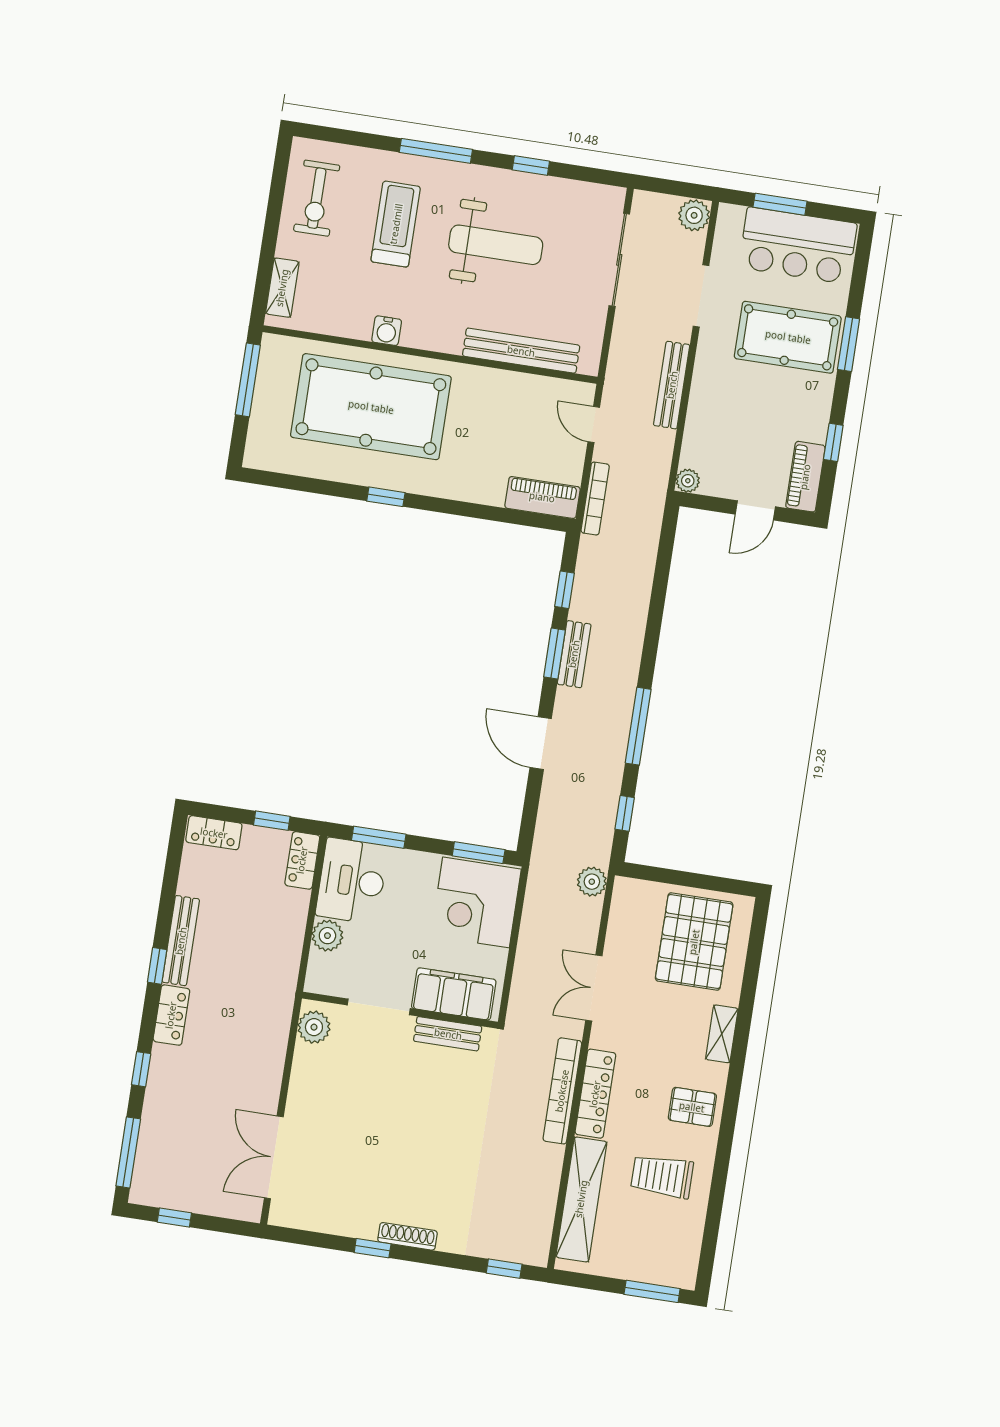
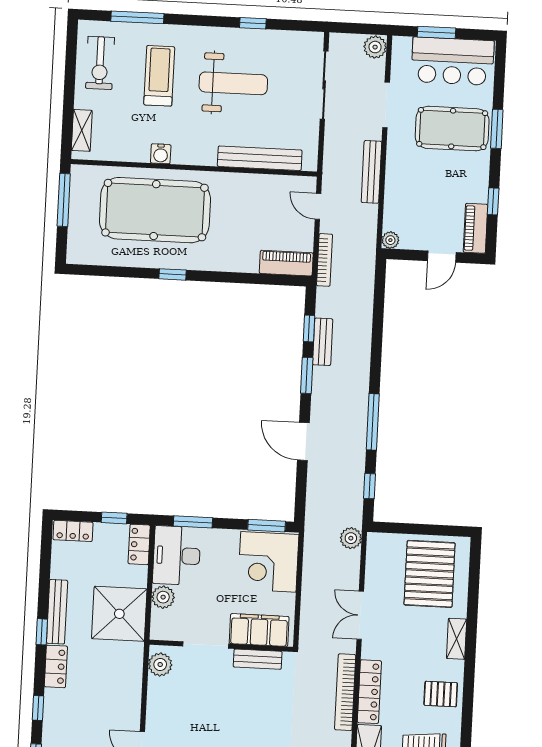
window: (436, 151) -> (137, 17), moved
bench: (574, 654) -> (323, 342), moved
shower: (265, 952) -> (119, 614), added

